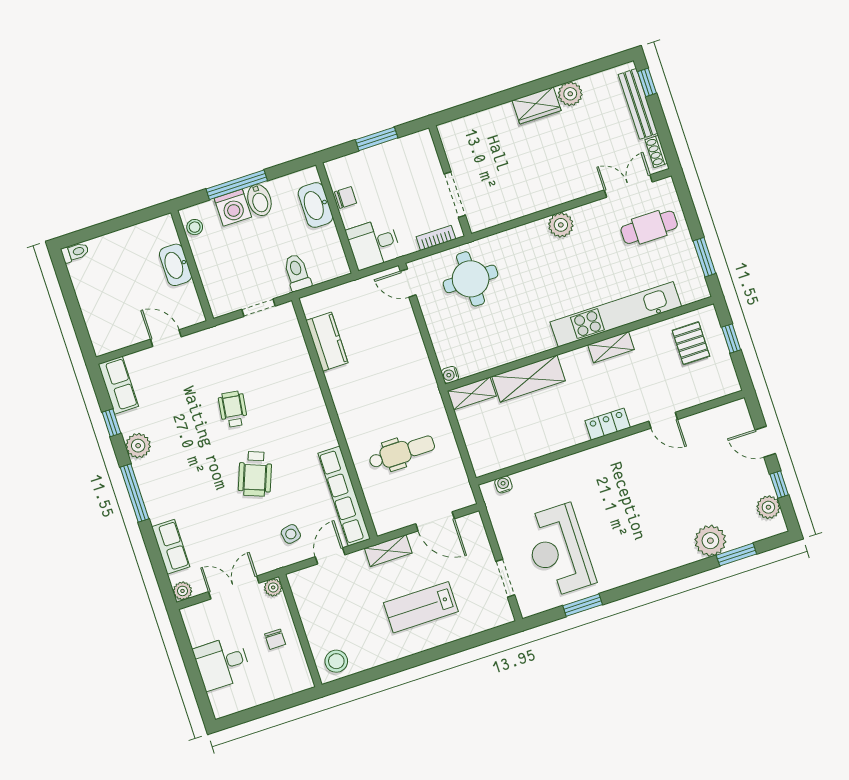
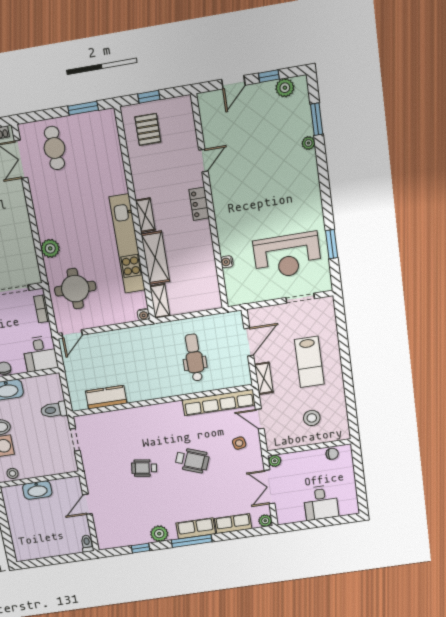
plant: (561, 225) -> (50, 248), moved
toilet: (75, 252) -> (87, 544), moved
kitchen unit: (616, 314) -> (127, 244), moved
pallet: (691, 343) -> (148, 129), turned 90
shelving: (611, 347) -> (145, 215), moved
row of seats: (118, 385) -> (196, 528), moved
water cooler: (503, 484) -> (227, 262), moved
plant: (710, 541) -> (308, 143), width x0.53, depth x0.53
chair: (275, 639) -> (332, 454), moved
stool: (336, 661) -> (312, 418), moved

